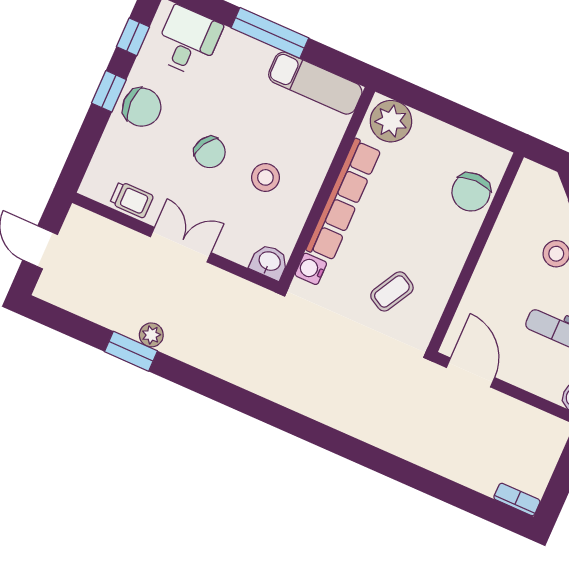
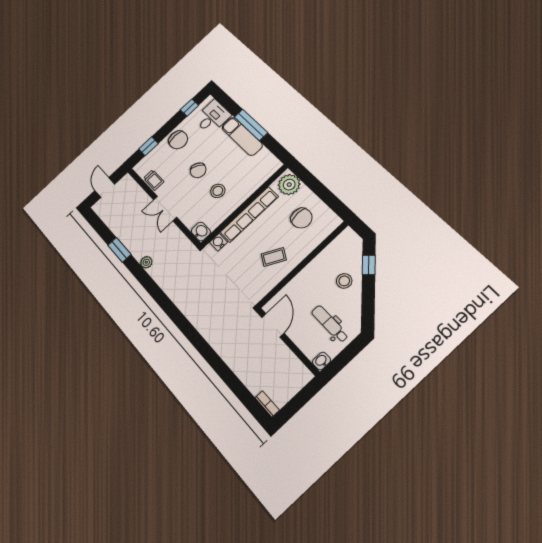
exam couch: (315, 83) -> (242, 136), moved
window: (109, 91) -> (148, 146), moved
chair: (471, 192) -> (301, 218), moved, turned -90
double door: (181, 245) -> (165, 208), swing flipped
coffee table: (392, 291) -> (274, 257), moved
plant: (151, 335) -> (146, 262), moved

